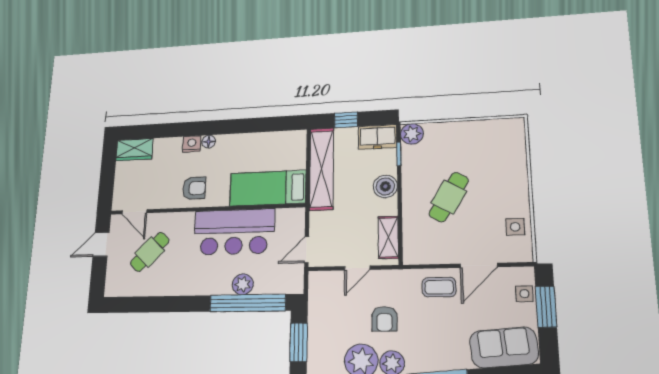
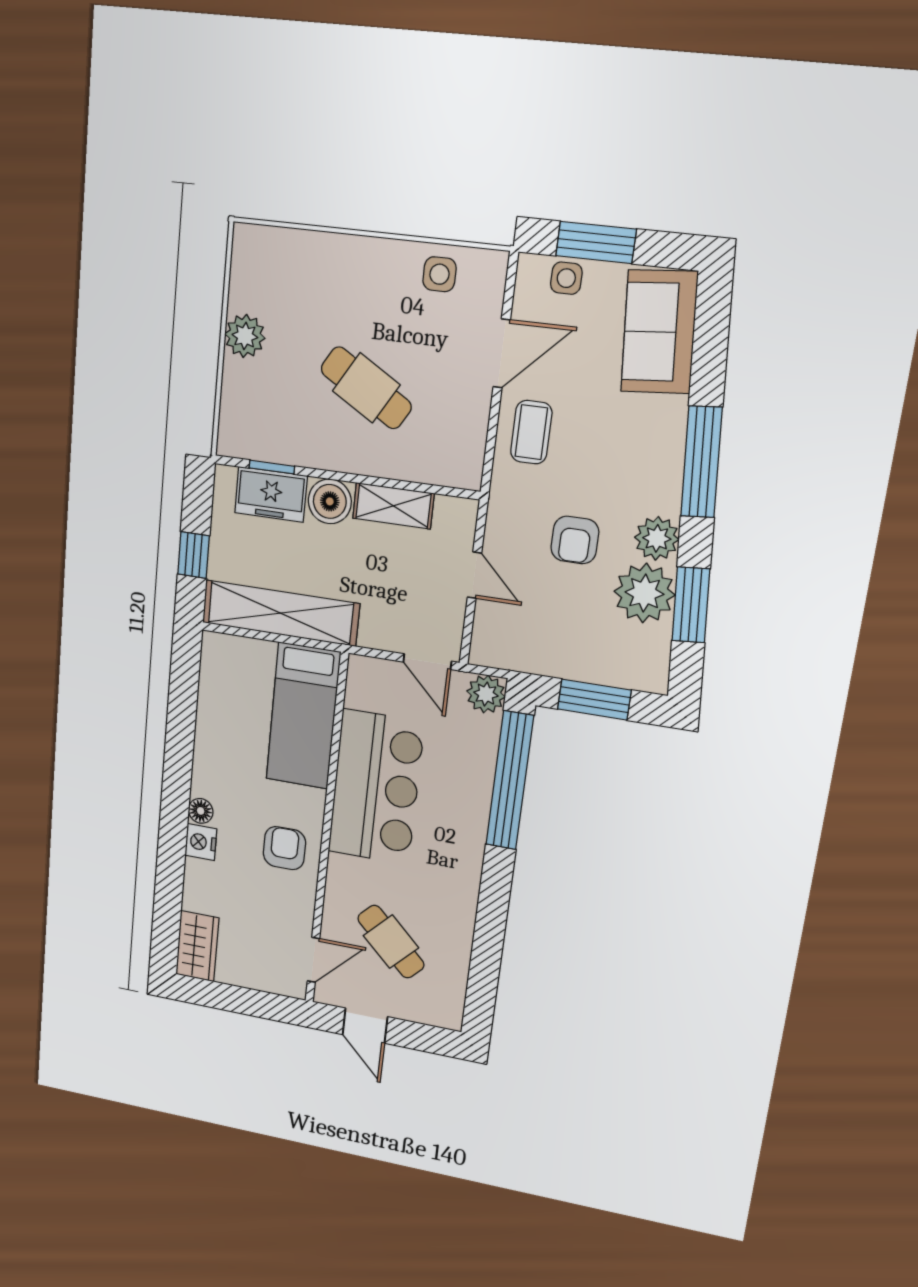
plant: (412, 134) -> (245, 336), moved
freezer: (377, 137) -> (271, 494), moved, turned 90
shelving: (388, 237) -> (393, 506), moved
door: (479, 265) -> (502, 353), hinge flipped
plant: (243, 284) -> (486, 694), moved
armchair: (384, 319) -> (575, 540), turned 90

